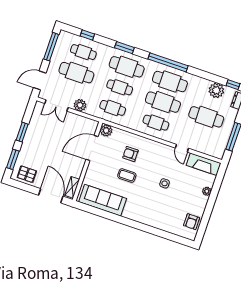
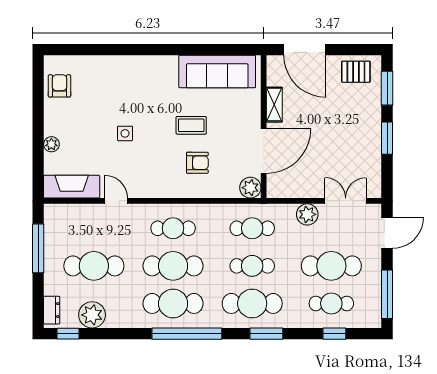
shelving: (72, 187) -> (274, 105), moved

